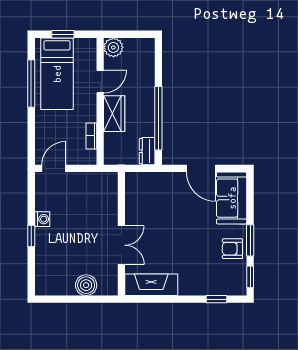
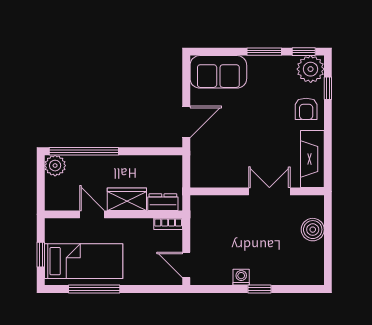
plant: (113, 47) -> (55, 166), moved
window: (158, 118) -> (84, 151), moved
bookcase: (91, 136) -> (168, 224), moved
dresser: (147, 151) -> (163, 202), moved, turned 180
door: (201, 168) -> (186, 122), moved
armchair: (232, 249) -> (306, 109), moved
plant: (234, 283) -> (311, 69), added

